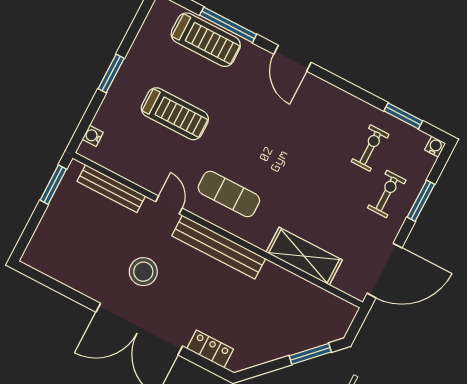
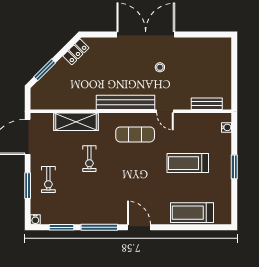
window: (228, 25) -> (99, 227), moved
exercise bike: (370, 148) -> (89, 159), moved
window: (53, 185) -> (234, 89), removed
bench: (111, 189) -> (207, 104), width x0.73
stool: (143, 272) -> (160, 67), width x0.53, depth x0.53
locker: (210, 349) -> (76, 52), moved, turned -45

